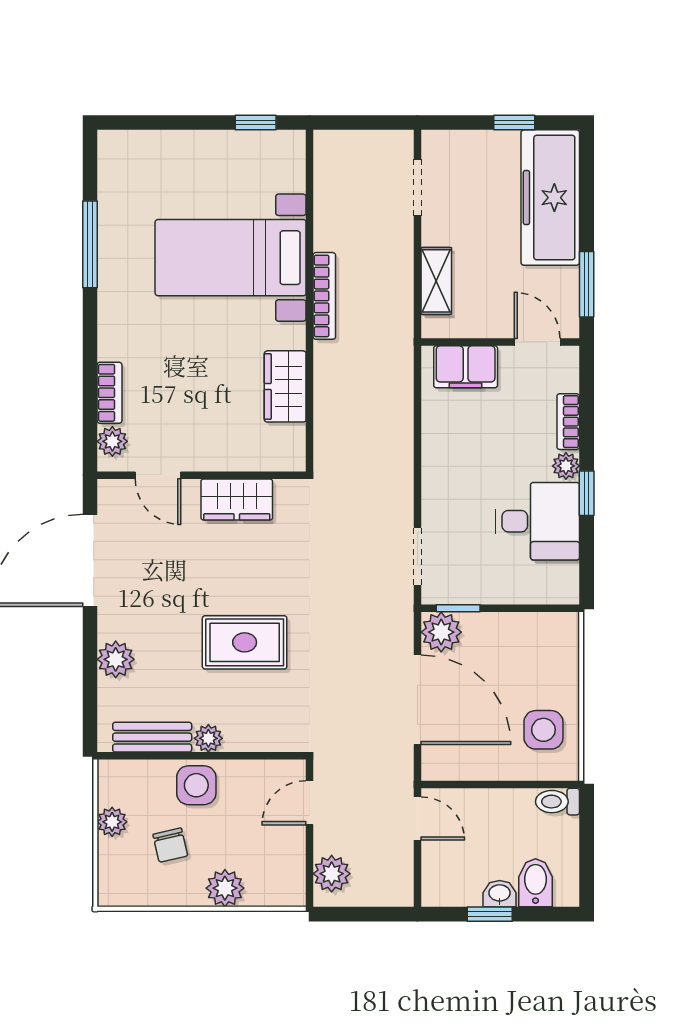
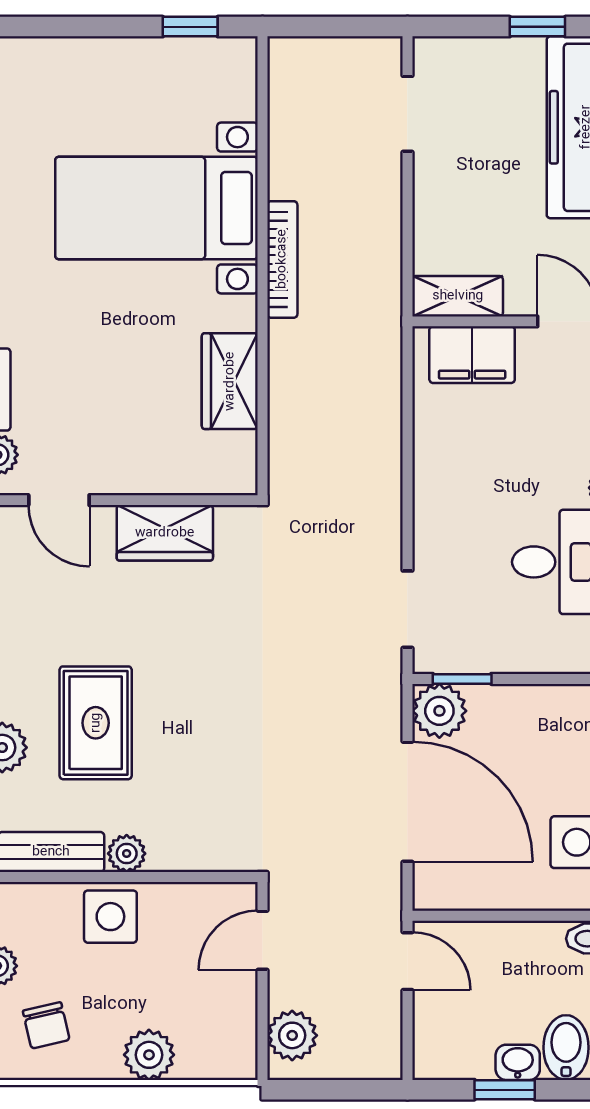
shelving: (436, 281) -> (458, 296), moved, turned 90
rug: (245, 642) -> (96, 723), moved, turned 90
chair: (170, 845) -> (46, 1025), moved

